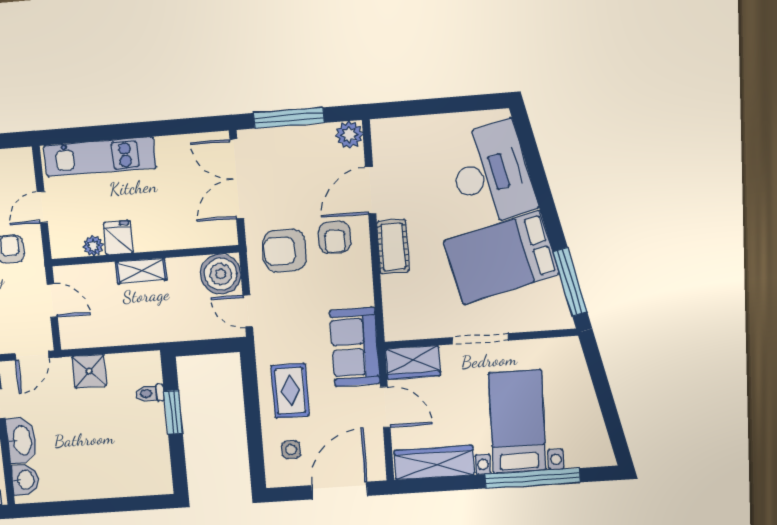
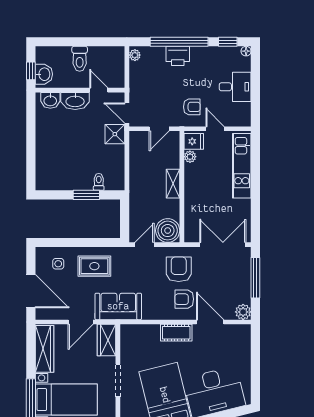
fridge: (118, 238) -> (194, 141), moved
shower: (89, 371) -> (115, 134), moved

